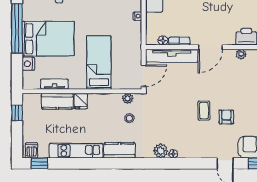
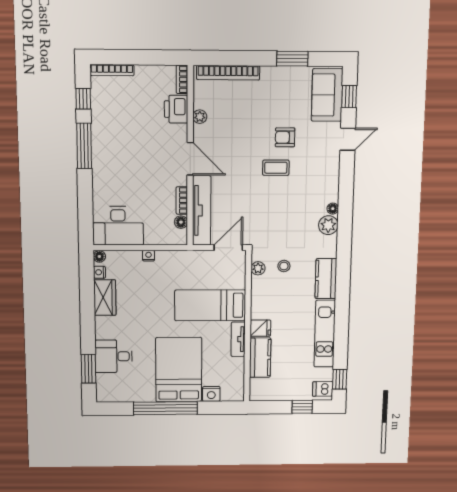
door: (144, 76) -> (228, 248), hinge flipped
tv unit: (54, 84) -> (238, 339), moved
window: (17, 113) -> (302, 407), moved

